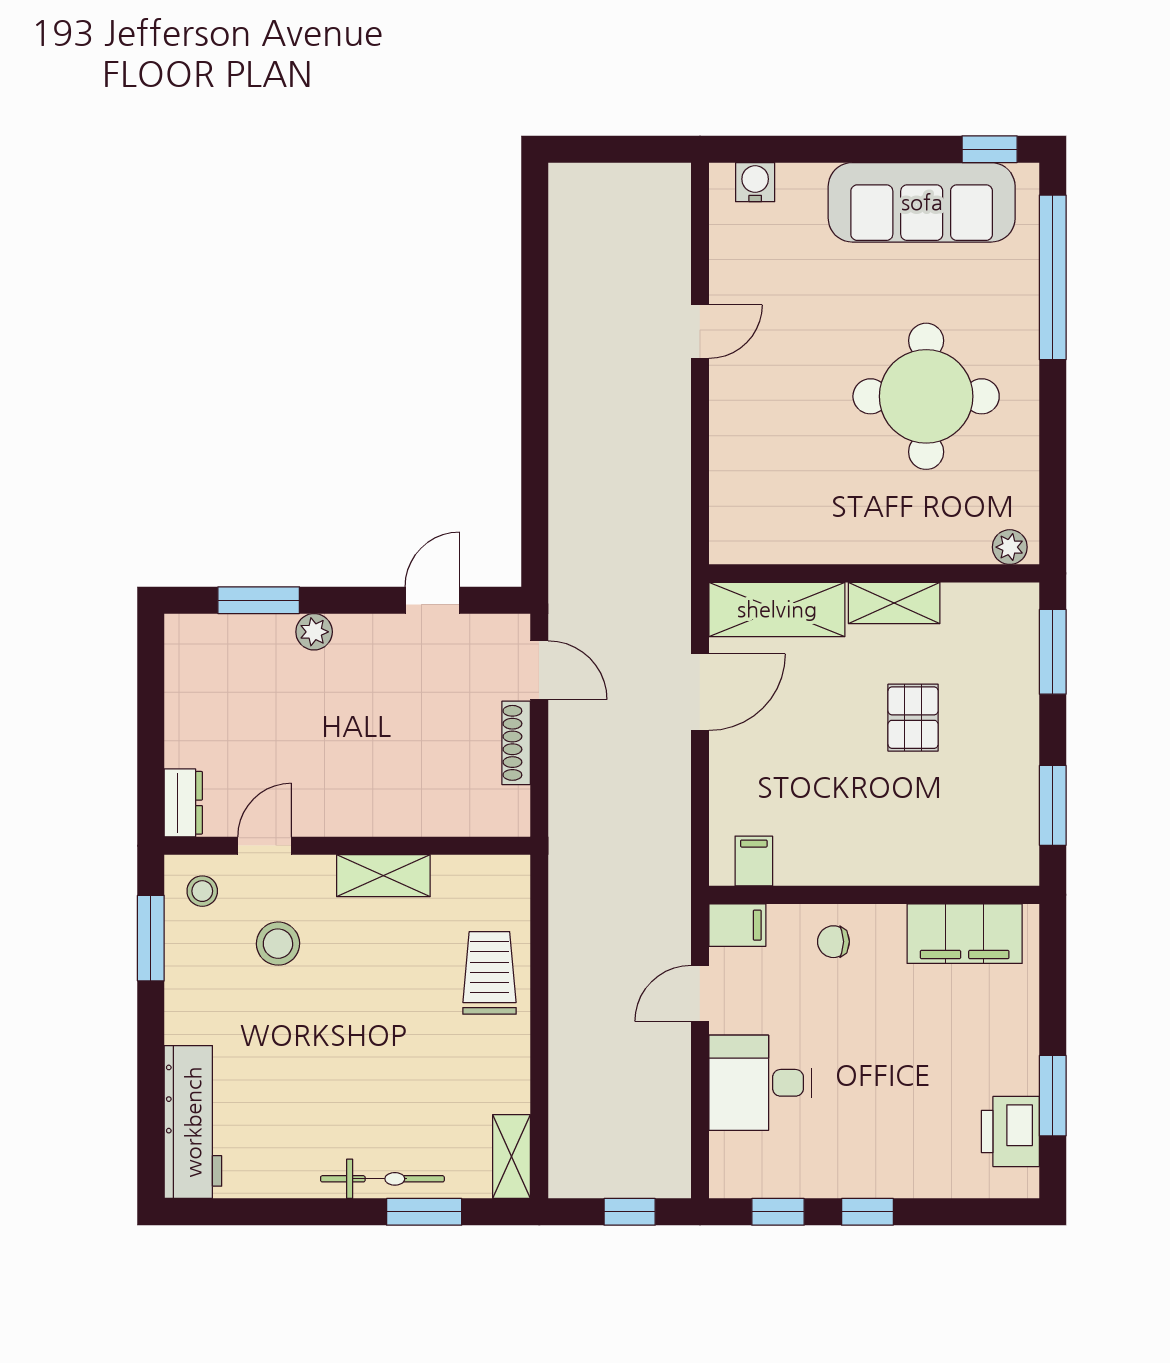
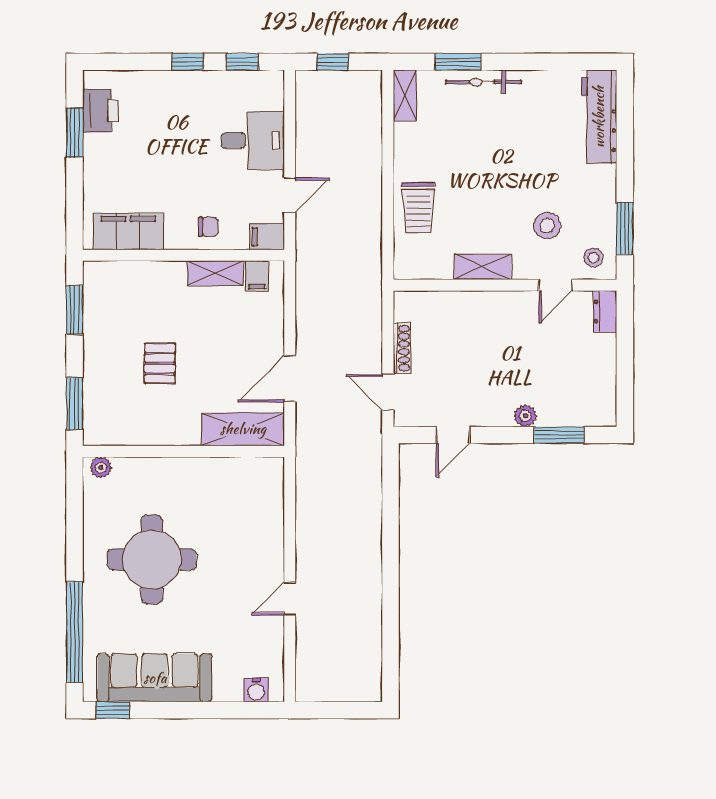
shelving: (894, 603) -> (215, 273), moved

